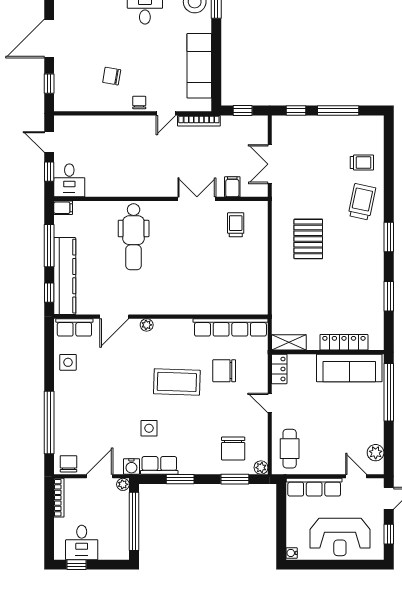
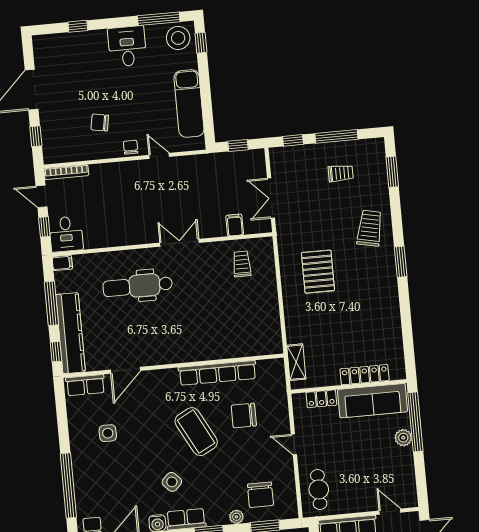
door: (166, 113) -> (159, 156), swing flipped
bookcase: (199, 121) -> (66, 172), moved
trolley: (362, 163) -> (341, 173), moved
double door: (197, 199) -> (179, 243), moved
dental chair: (134, 237) -> (138, 286), turned 90
window: (389, 296) -> (392, 172), moved
plant: (147, 325) -> (160, 376), removed
row of seats: (230, 327) -> (217, 373), moved
shelving: (289, 342) -> (296, 362), moved, turned 90
side table: (68, 362) -> (108, 433), moved
locker: (279, 369) -> (321, 399), moved, turned 90
coffee table: (177, 382) -> (196, 432), turned 60
side table: (149, 428) -> (172, 482), turned 45
plant: (376, 453) -> (403, 438), moved
plant: (261, 468) -> (236, 517), moved

